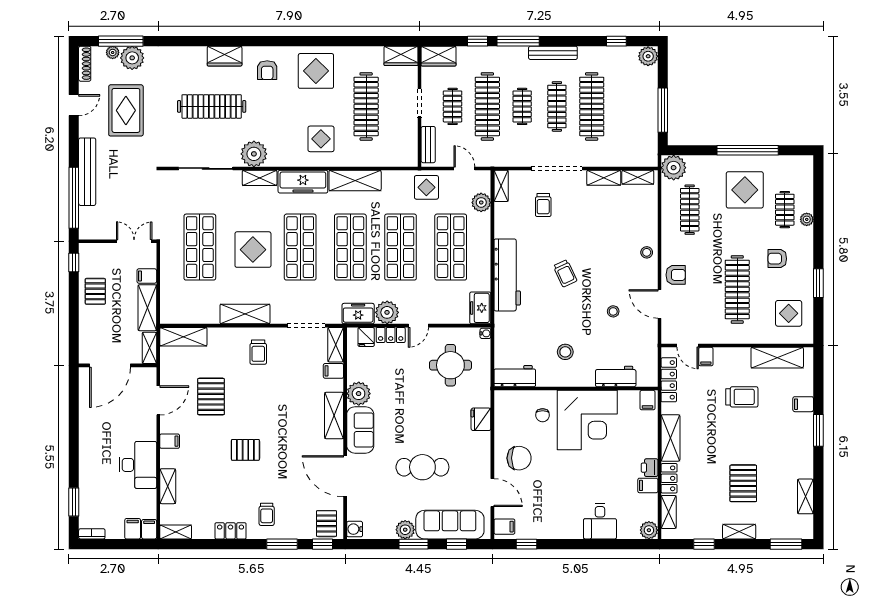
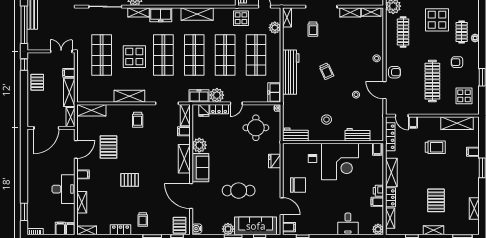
freezer: (303, 182) -> (161, 15), width x0.71

